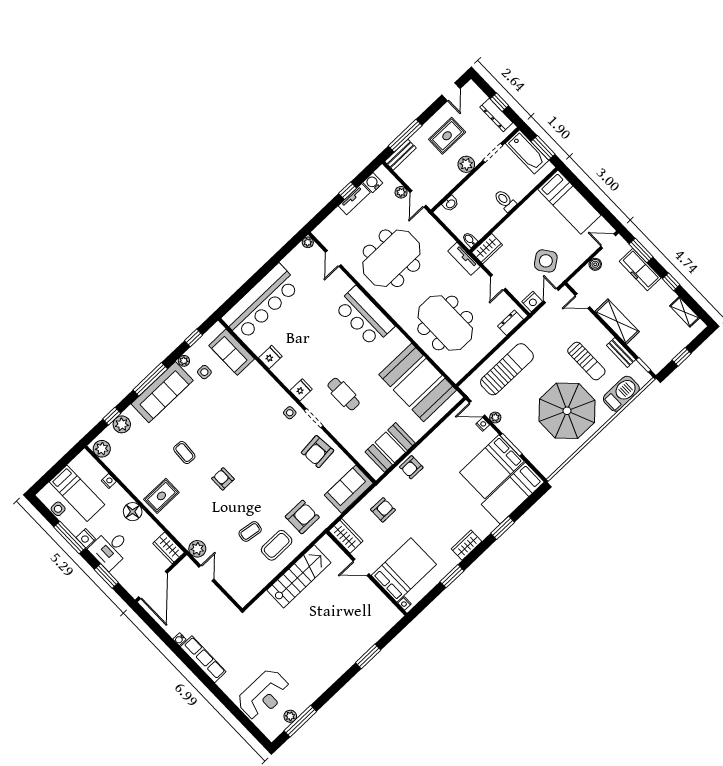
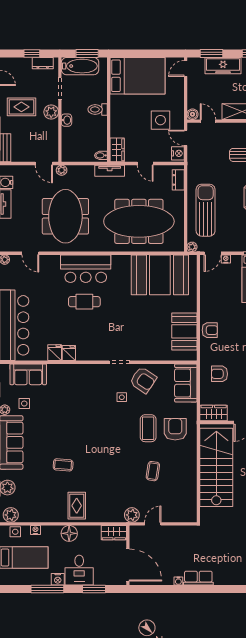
dresser: (496, 115) -> (43, 63), width x0.70
rug: (447, 136) -> (21, 107), turned 90
plant: (401, 192) -> (62, 170), moved
bed: (569, 202) -> (138, 76), width x1.50
washbasin: (450, 204) -> (66, 120), moved
side table: (546, 261) -> (160, 120), turned 36
boiler: (595, 264) -> (193, 114), moved
door: (582, 301) -> (208, 121), swing flipped
meeting table: (445, 323) -> (139, 221), width x1.36
fridge: (301, 390) -> (69, 353), moved
cafe table: (344, 394) -> (84, 302), moved
side table: (290, 413) -> (122, 397), moved
plant: (495, 417) -> (192, 247), moved
armchair: (318, 452) -> (143, 380), turned -51
armchair: (411, 467) -> (210, 330), turned -90
armchair: (223, 479) -> (103, 456), removed
side table: (58, 509) -> (15, 532), moved
armchair: (383, 510) -> (220, 374), turned -90
coffee table: (277, 545) -> (148, 428), moved
door: (206, 573) -> (153, 524), hinge flipped
stairs: (299, 576) -> (216, 467), width x1.36, depth x1.51
row of seats: (203, 659) -> (198, 578), width x0.68

